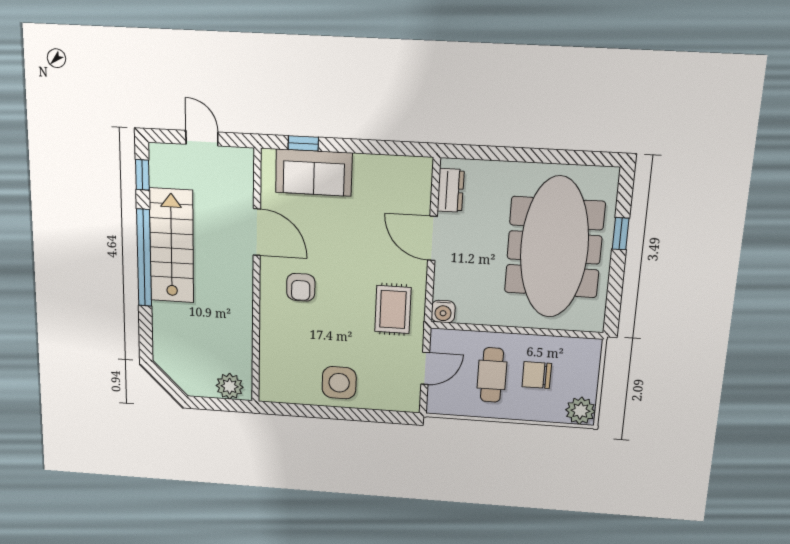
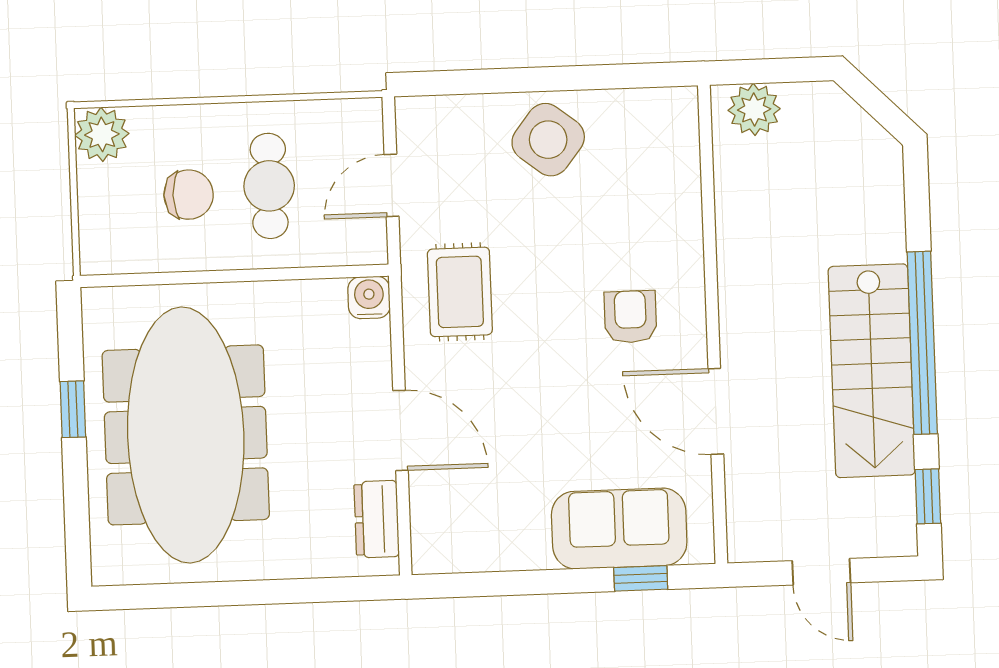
window: (621, 234) -> (73, 409), moved
side table: (339, 383) -> (548, 140), turned 38

